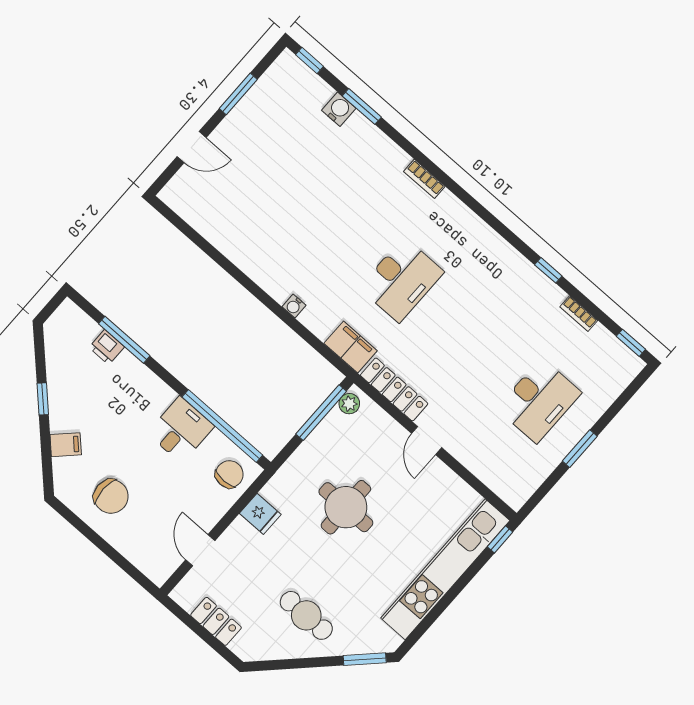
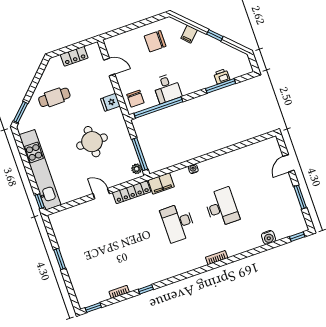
window: (362, 106) -> (264, 248), removed
desk: (539, 401) -> (222, 207), moved, turned 180

